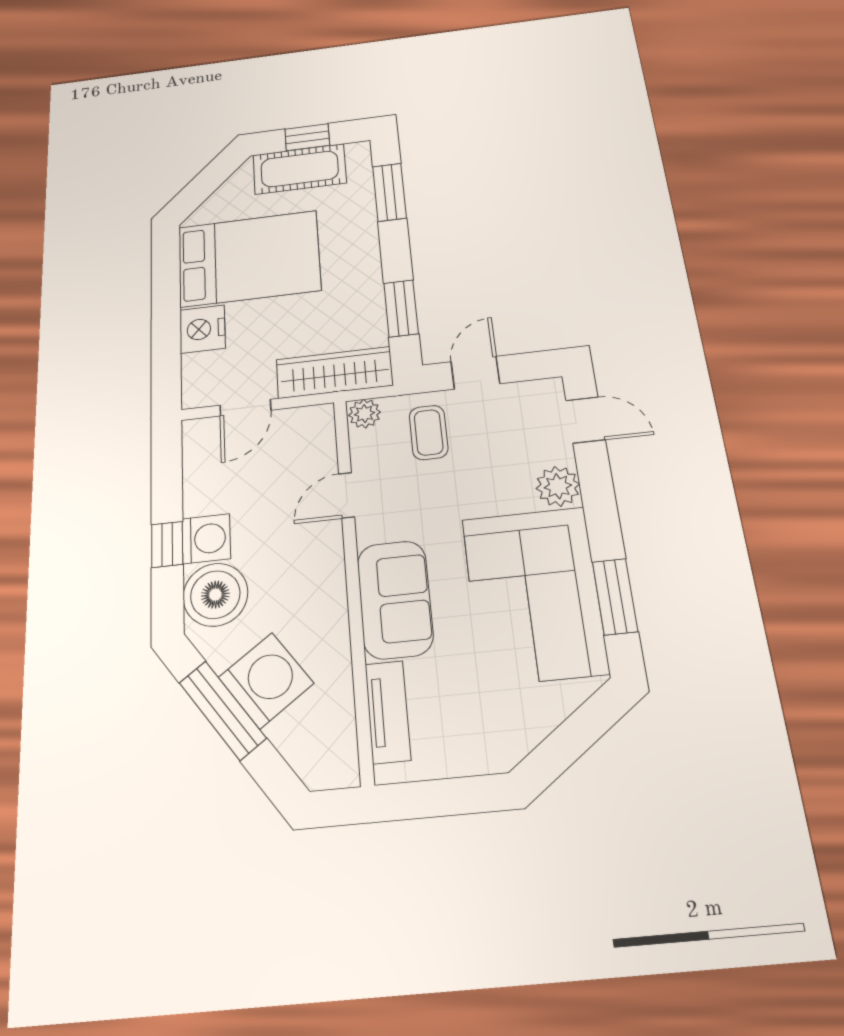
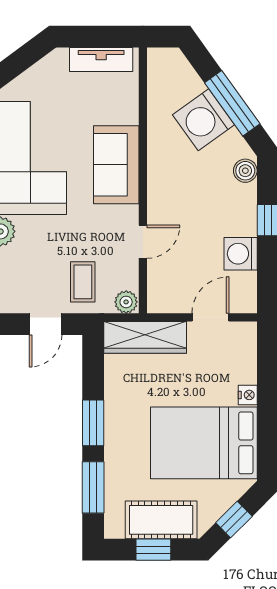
window: (208, 181) -> (234, 519), added
window: (401, 308) -> (93, 423), moved
nightstand: (202, 329) -> (248, 395), width x0.53, depth x0.56
washing machine: (206, 539) -> (241, 254), moved
boiler: (215, 595) -> (245, 171), width x0.54, depth x0.54
tv unit: (388, 712) -> (101, 60), moved, turned -90

